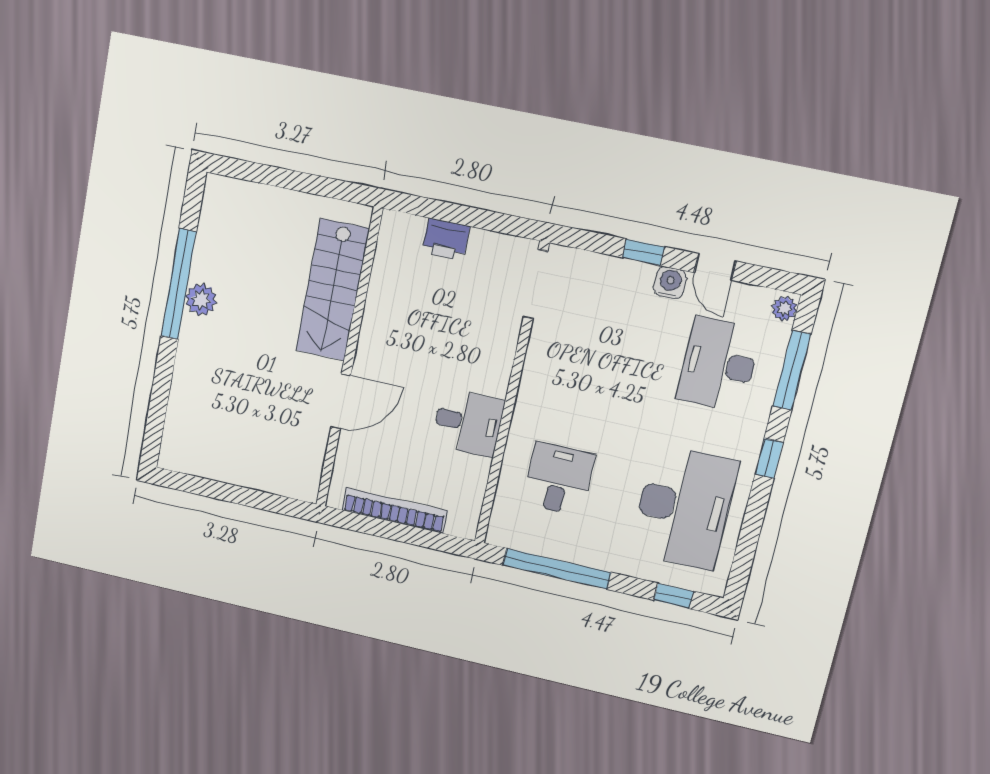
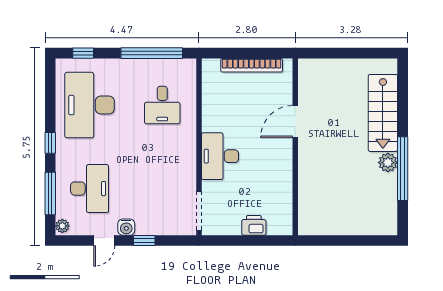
door: (715, 267) -> (104, 240), swing flipped
stairs: (332, 290) -> (383, 113), moved, turned 180
desk: (468, 423) -> (220, 156), moved, width x1.37

